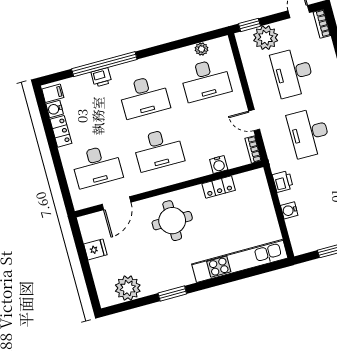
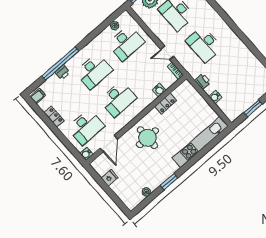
water cooler: (55, 109) -> (86, 154), moved
plant: (128, 288) -> (146, 192), width x0.53, depth x0.53

